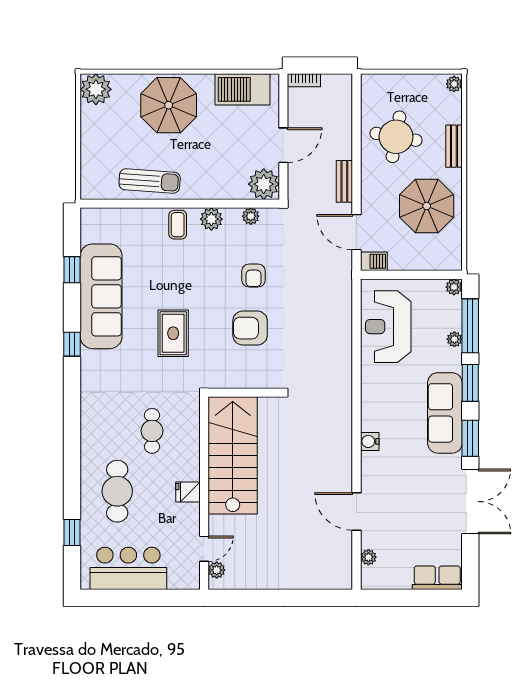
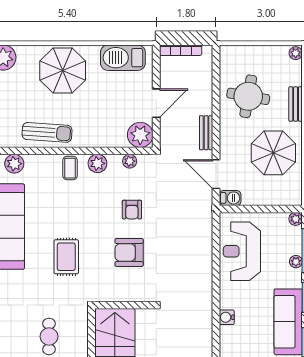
bookcase: (304, 80) -> (181, 50), width x1.56
plant: (109, 219) -> (14, 164), added
water cooler: (370, 441) -> (227, 317), moved

